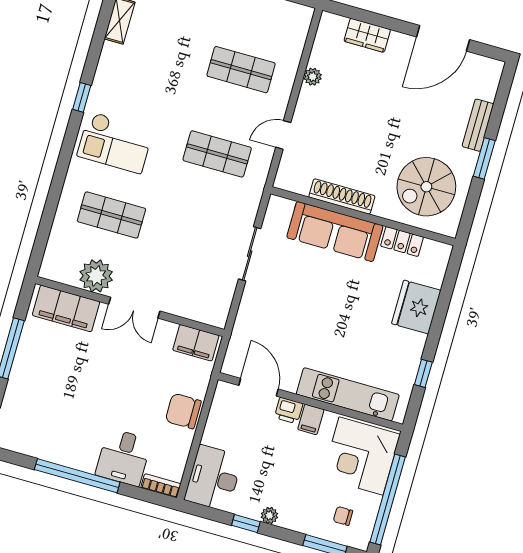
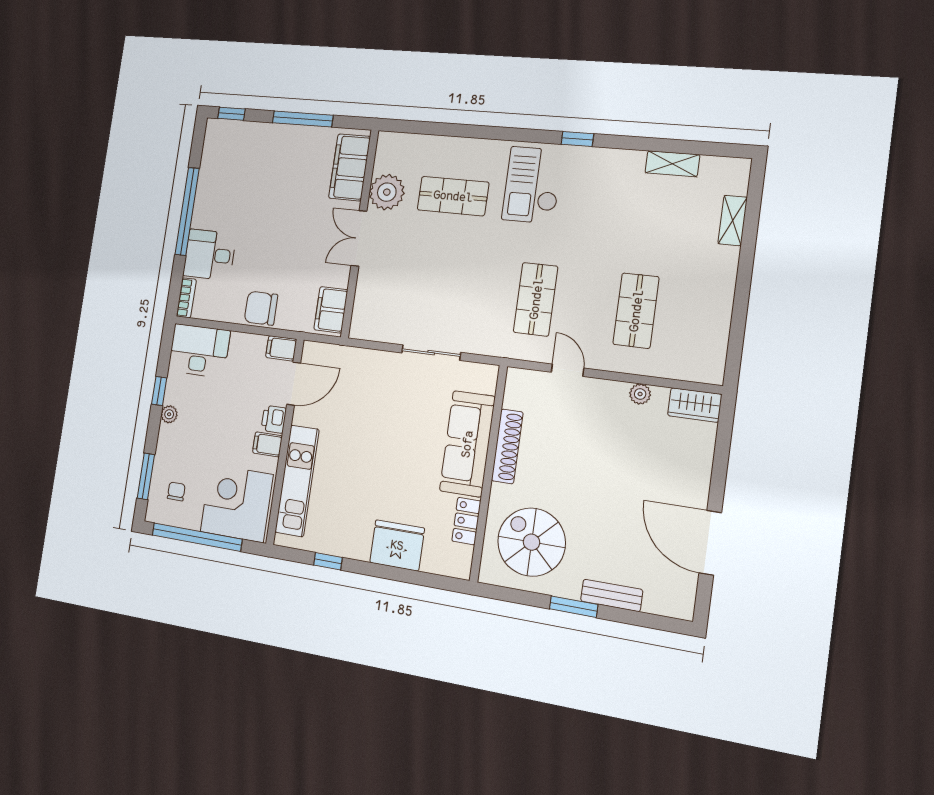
wardrobe: (367, 35) -> (695, 405), moved, turned -90
shop shelf: (111, 215) -> (453, 196), turned 90
filing cabinet: (224, 395) -> (281, 348), added
chair: (183, 411) -> (261, 308), turned -90

